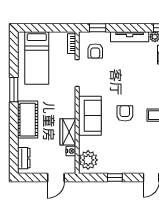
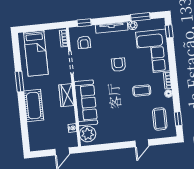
armchair: (125, 113) -> (118, 65), moved
sofa: (90, 116) -> (86, 103), width x1.36
wardrobe: (68, 132) -> (66, 95), moved
dresser: (24, 158) -> (34, 138), removed
window: (115, 177) -> (112, 146), removed

